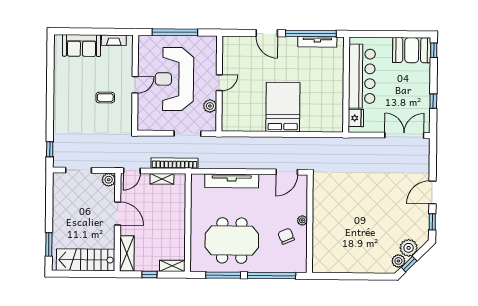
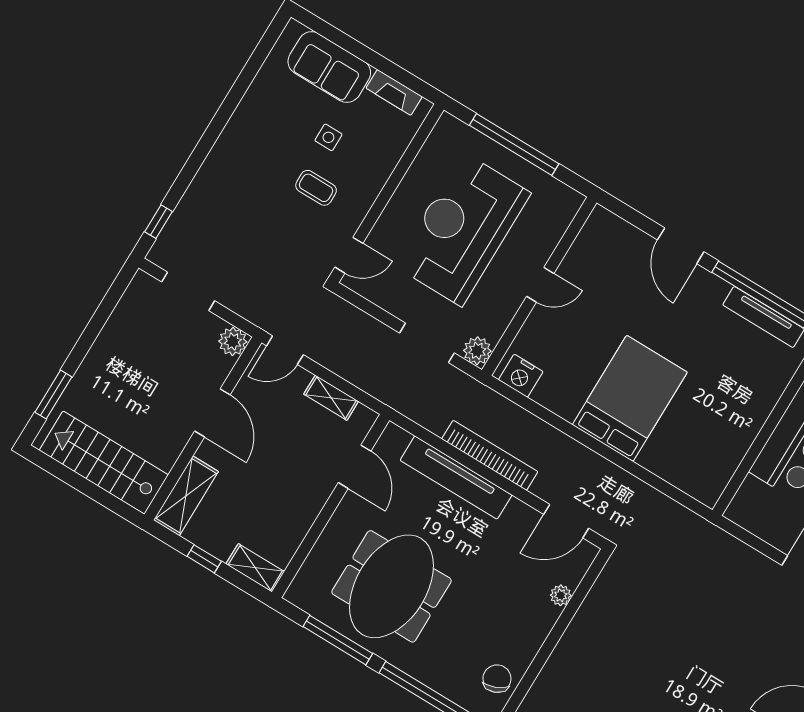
side table: (98, 74) -> (328, 137), added
door: (135, 85) -> (349, 255), moved
plant: (210, 106) -> (477, 351), moved
fridge: (356, 118) -> (751, 498), removed
nightstand: (233, 124) -> (521, 376), added
bookcase: (174, 163) -> (490, 455), moved
door: (188, 201) -> (355, 467), added
plant: (302, 220) -> (561, 595), moved
chair: (286, 236) -> (497, 679), moved
meeting table: (232, 240) -> (391, 586), turned 90

